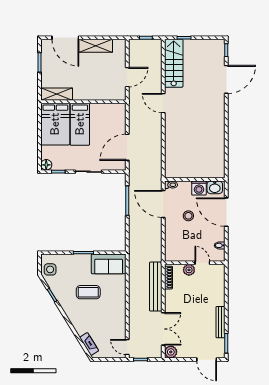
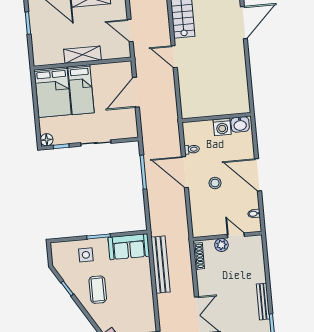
door: (127, 77) -> (130, 31), swing flipped
shelving: (57, 94) -> (82, 55), moved
door: (127, 147) -> (136, 92), moved
wall: (195, 179) -> (216, 118), moved
washbasin: (215, 187) -> (240, 124), moved
washing machine: (199, 188) -> (222, 127), moved
side table: (50, 269) -> (86, 255), moved
bench: (156, 287) -> (161, 265), moved
coffee table: (88, 292) -> (98, 290), moved, turned 90

